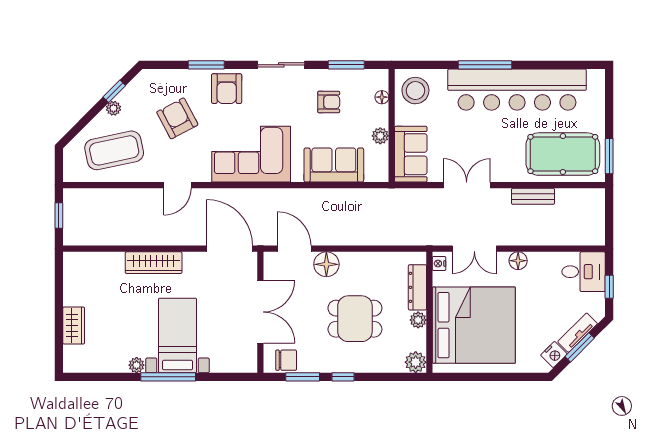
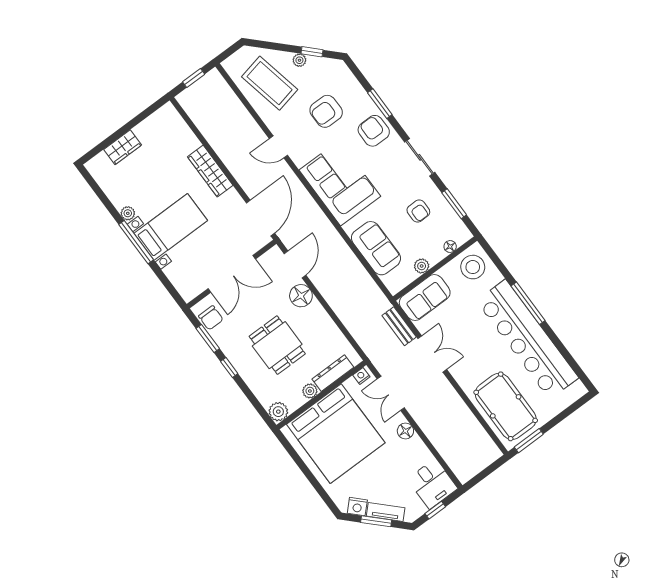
armchair: (227, 89) -> (374, 131), turned 90
armchair: (177, 118) -> (326, 111), turned -152
bench: (533, 196) -> (399, 326), moved

